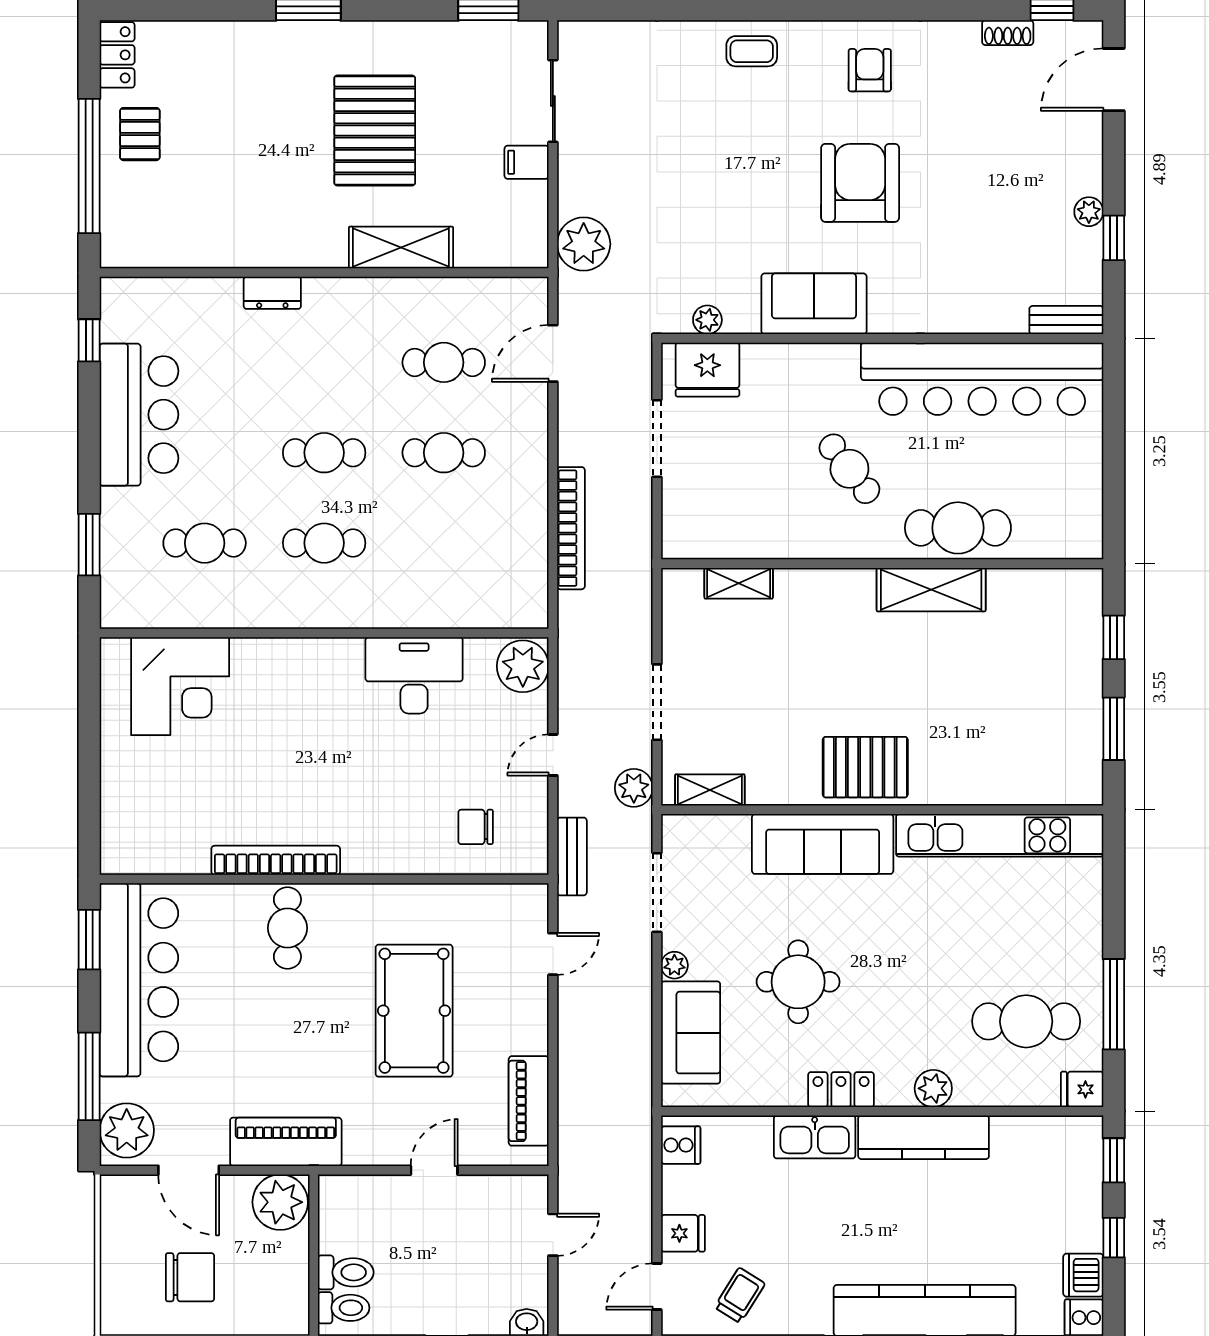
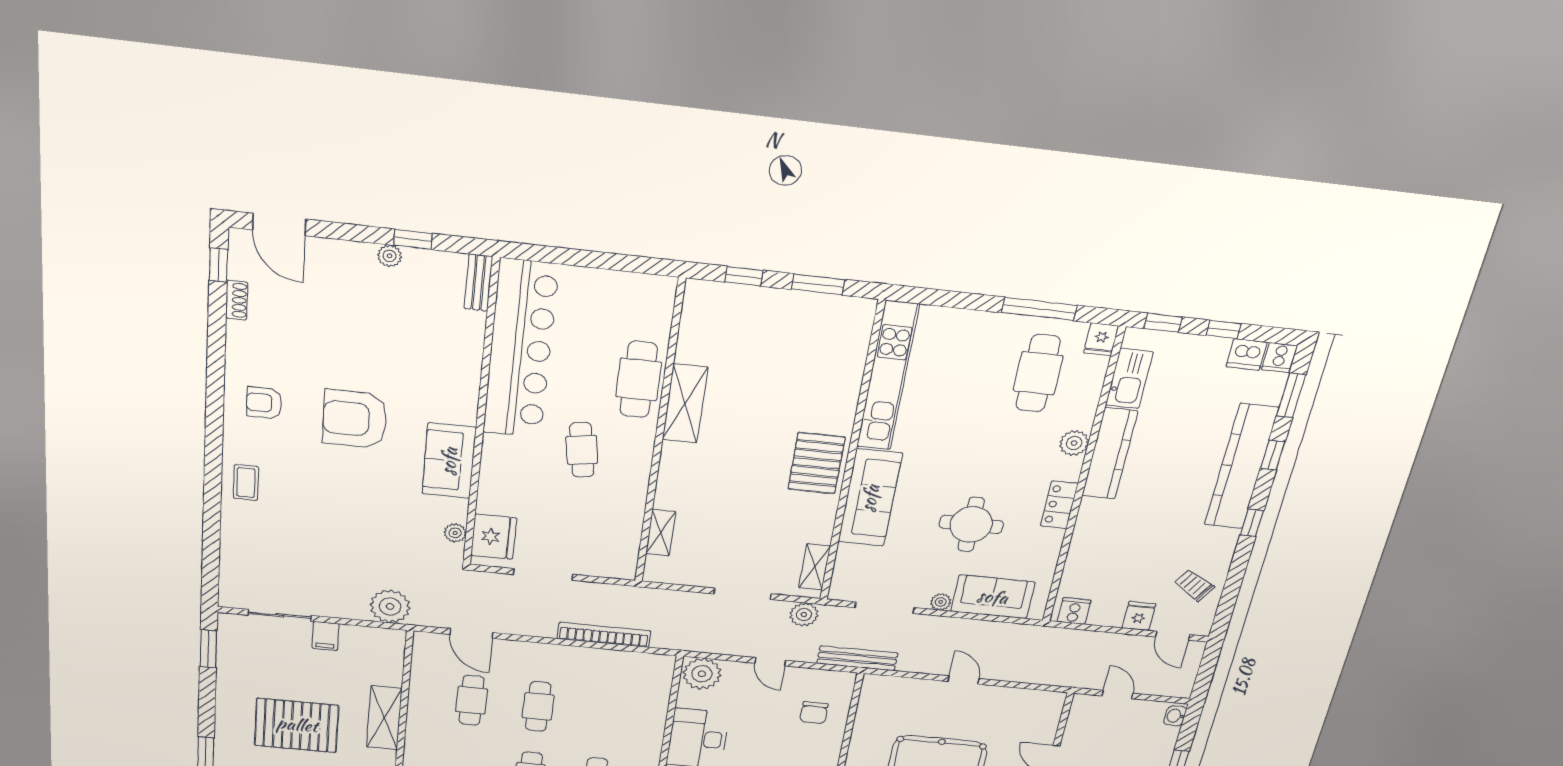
cafe table: (849, 469) -> (582, 450), turned -61
bench: (572, 856) -> (857, 658), width x1.36
door: (553, 954) -> (964, 680), moved
piano: (529, 1101) -> (1018, 700), removed
kitchen sink: (815, 1137) -> (1129, 379), moved

